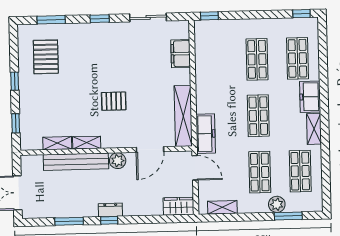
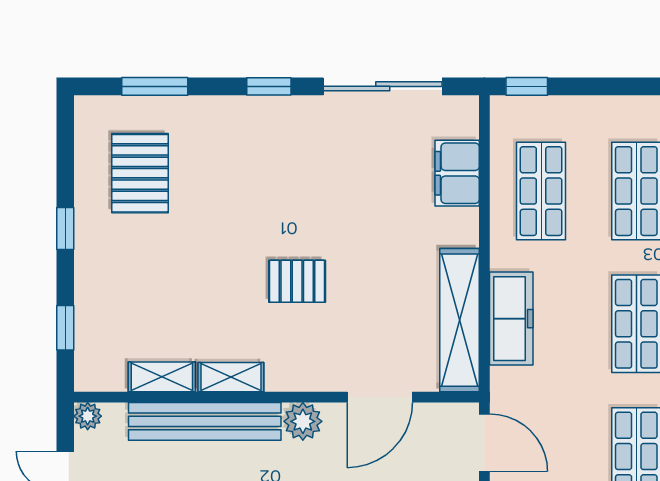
sliding door: (148, 17) -> (383, 86), width x1.37
shop shelf: (216, 60) -> (541, 191), added
freezer: (206, 134) -> (511, 319), moved
plant: (26, 161) -> (88, 416), added

